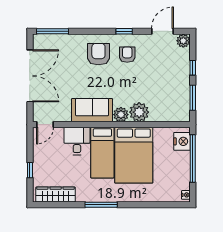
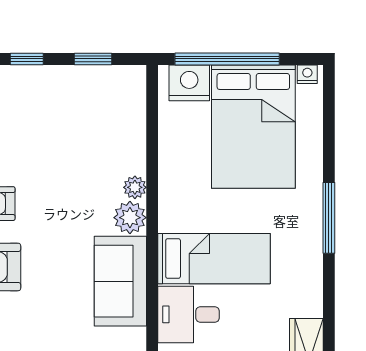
window: (193, 98) -> (93, 59), width x0.67
plant: (139, 112) -> (135, 187), width x0.53, depth x0.53
bed: (134, 155) -> (253, 127), moved, turned 90
window: (101, 205) -> (329, 218), moved

